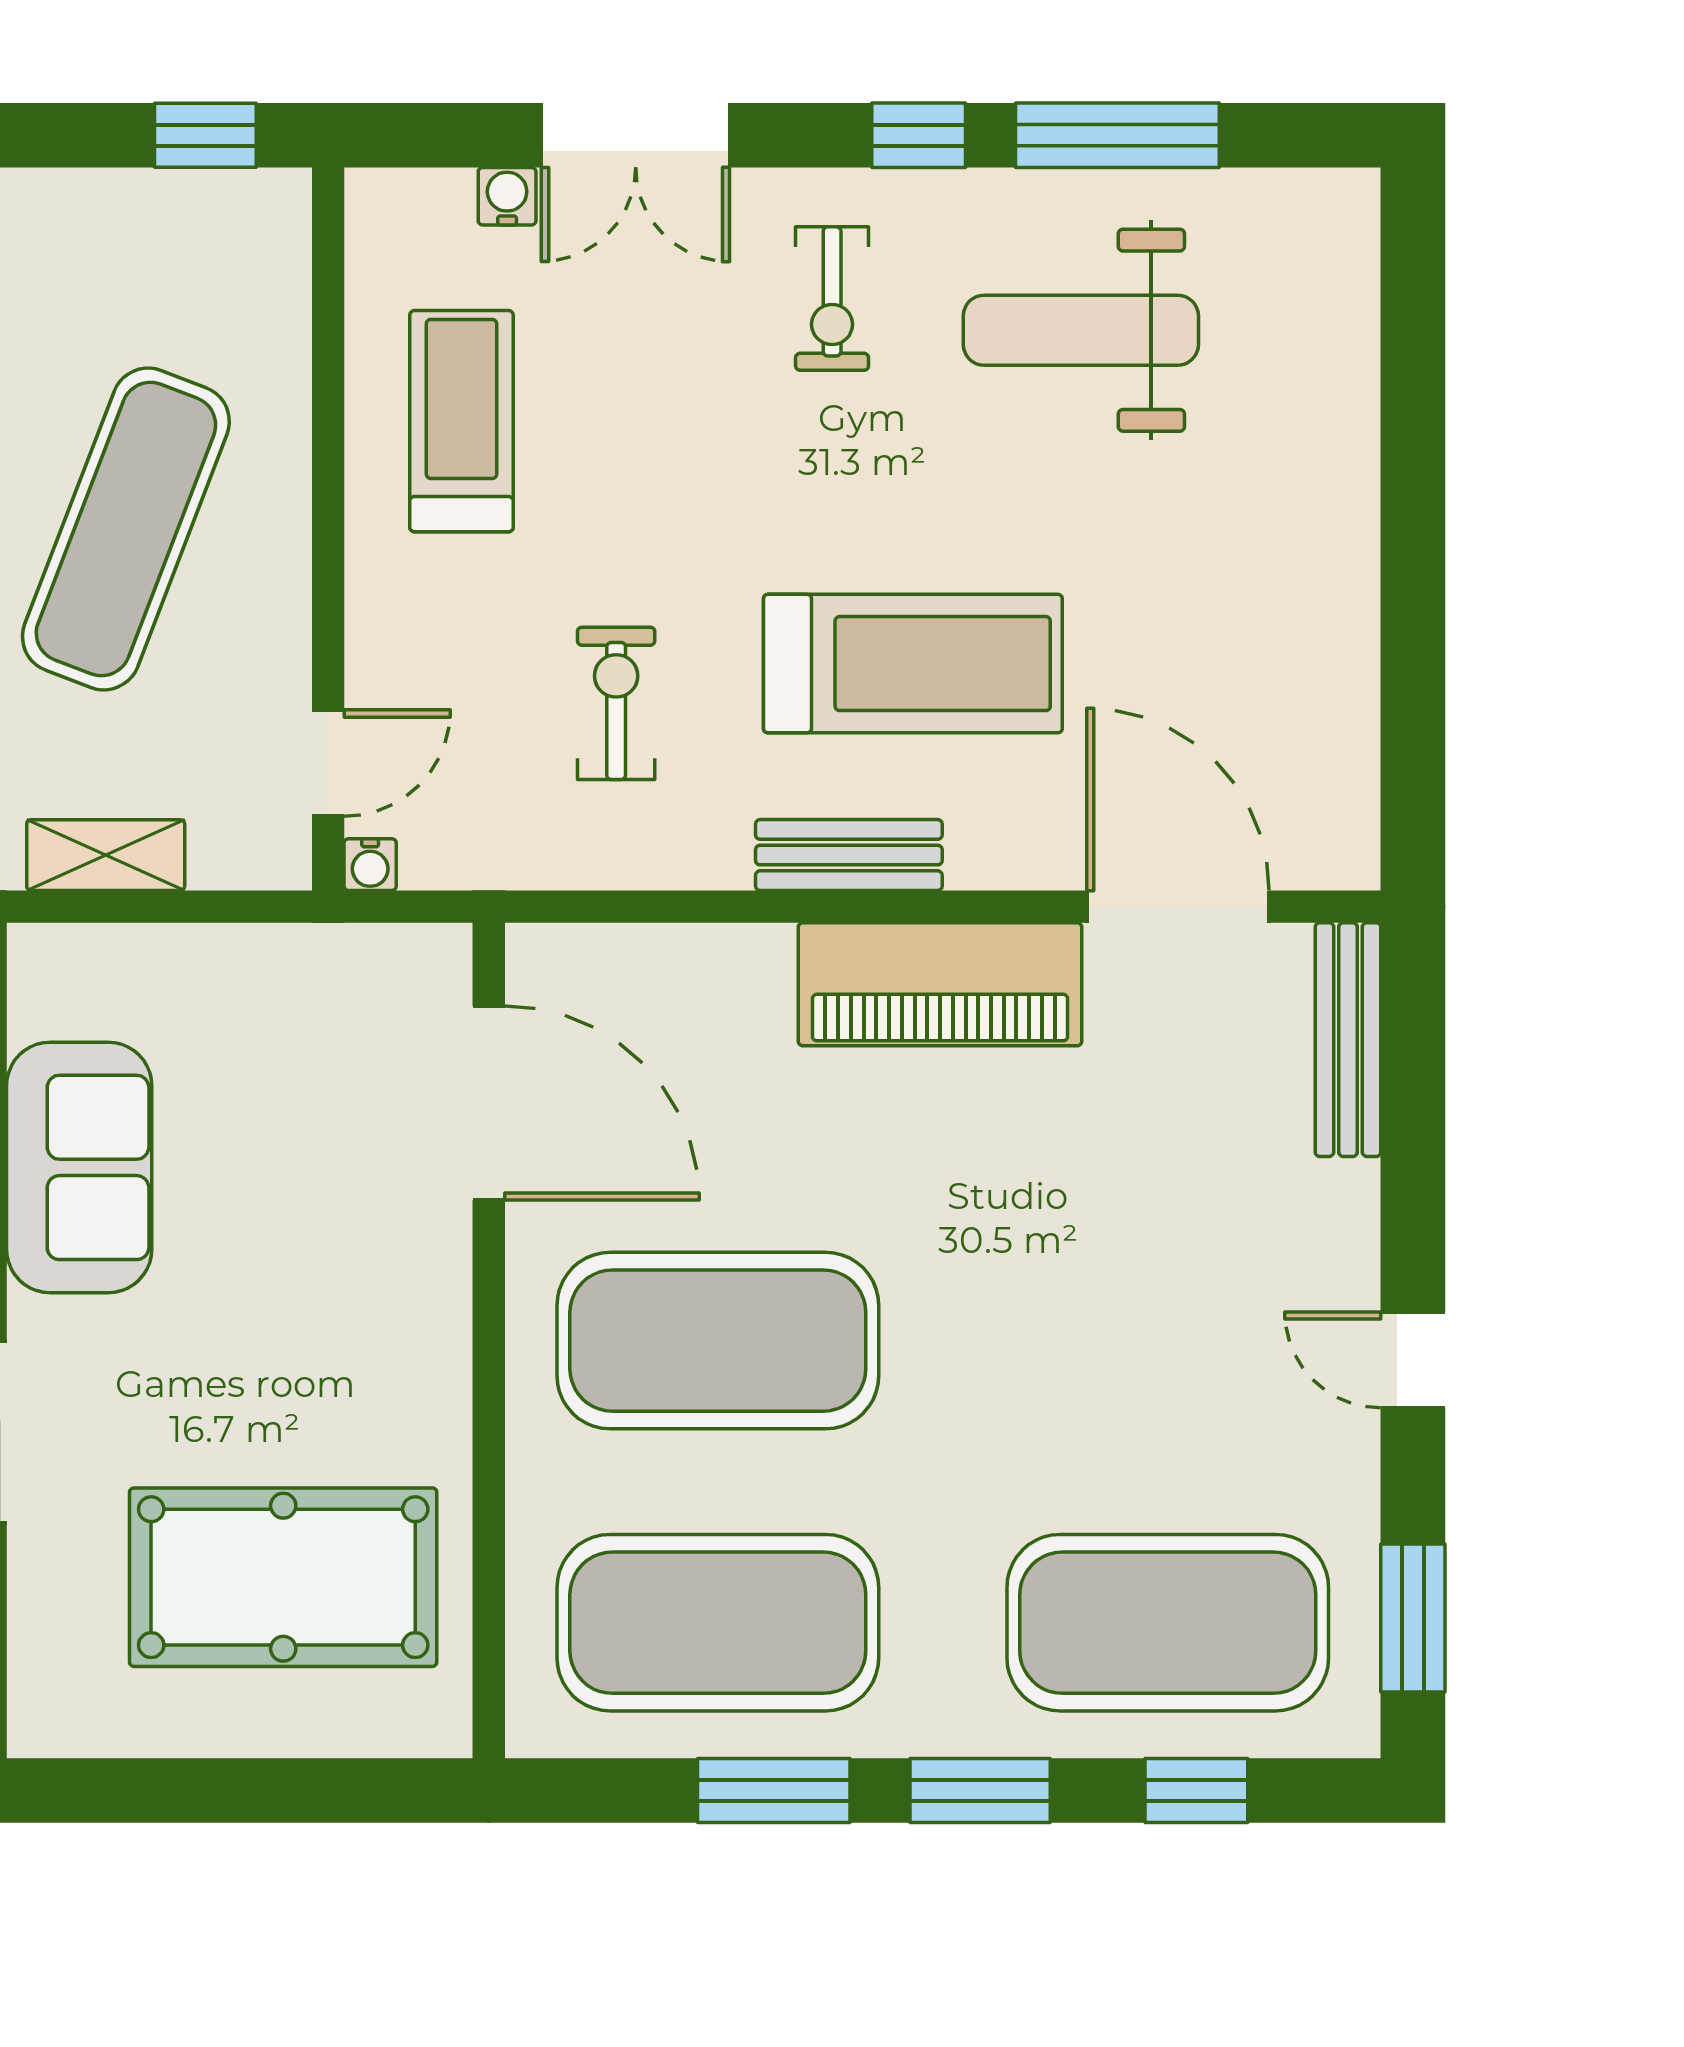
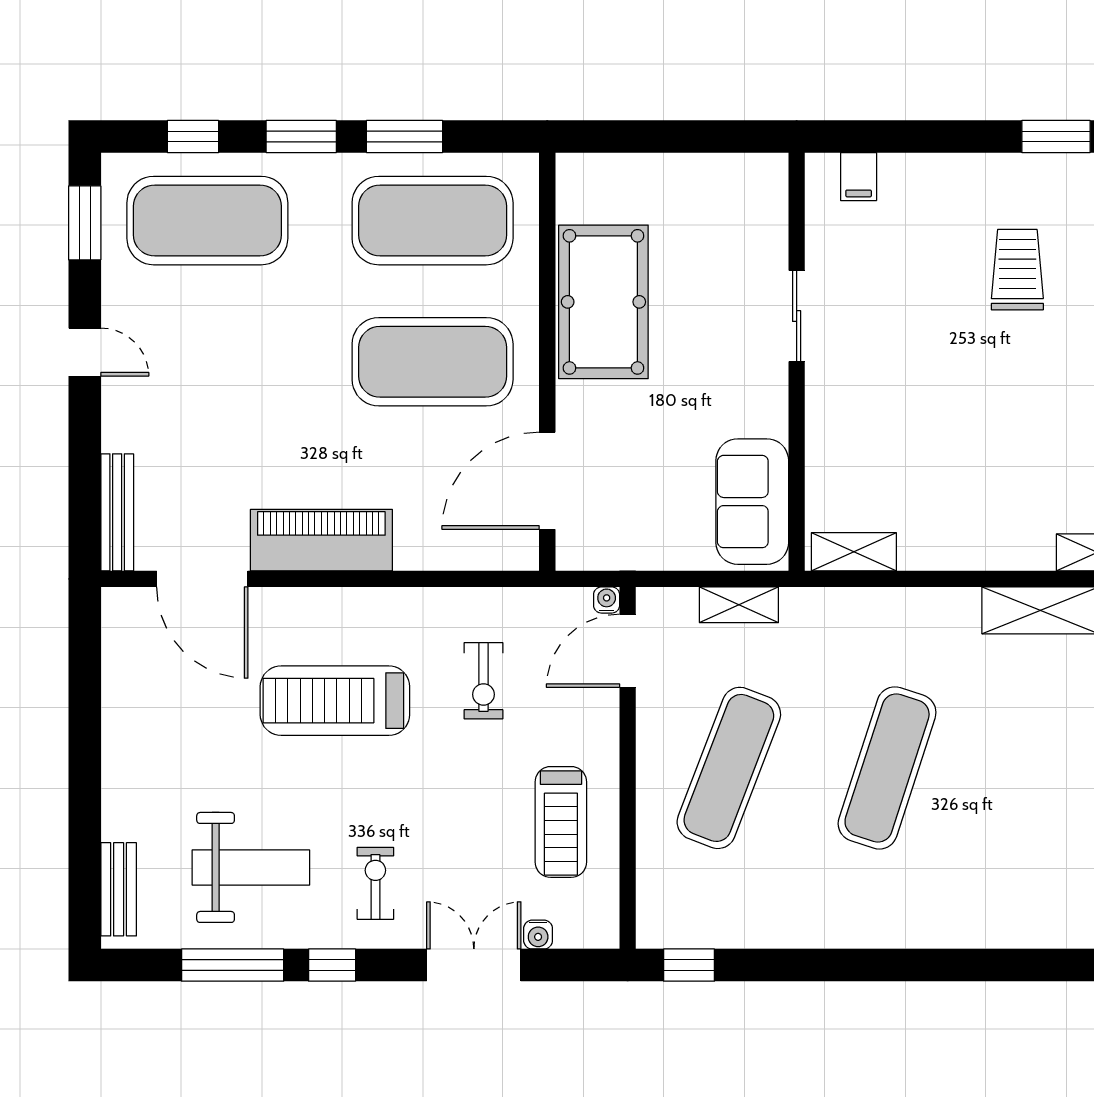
door: (328, 763) -> (628, 651), width x1.38
bench: (849, 855) -> (119, 889), moved, turned 90
door: (489, 1103) -> (547, 481), hinge flipped
sofa: (79, 1167) -> (752, 502), moved
pool table: (283, 1577) -> (603, 302), moved, turned 90

